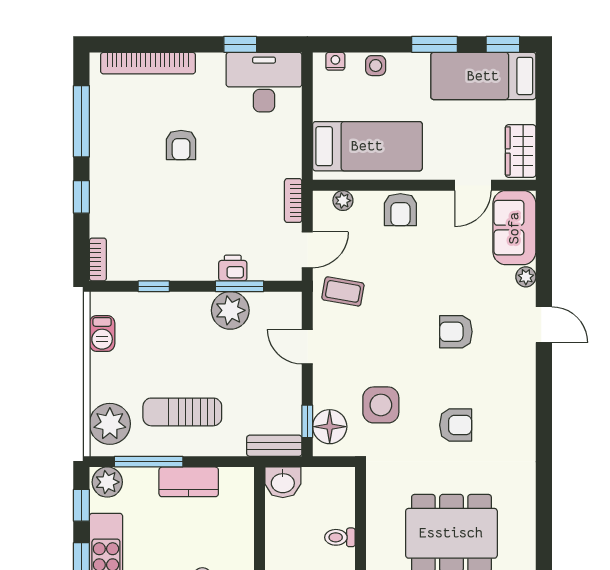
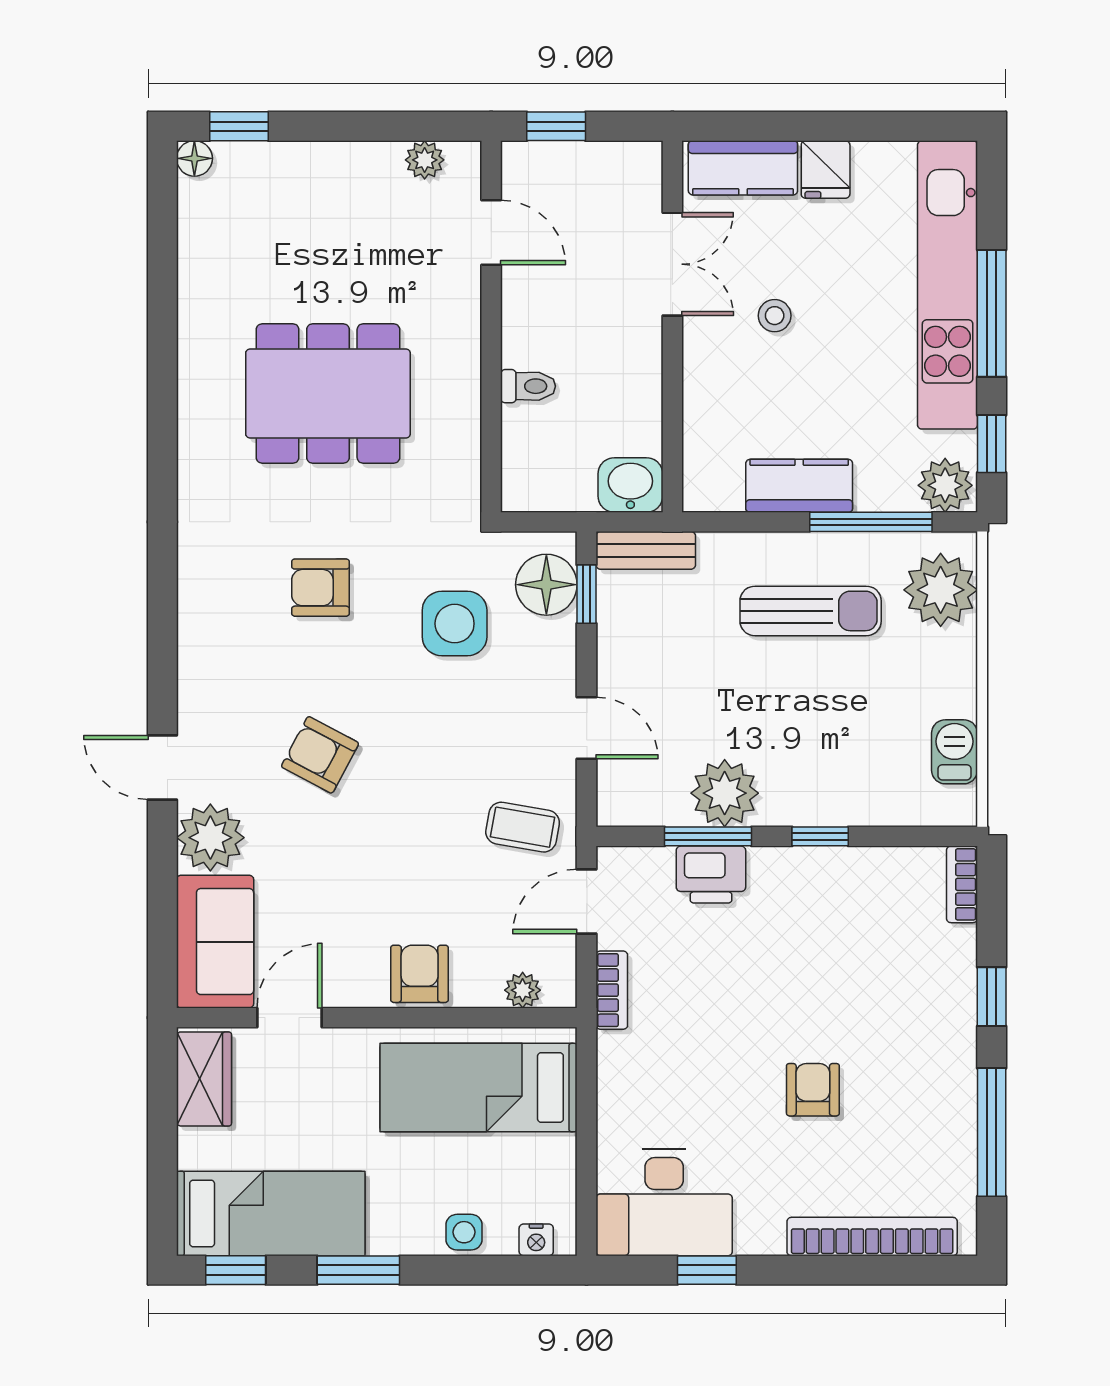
printer: (233, 268) -> (711, 875), width x1.36, depth x1.24
plant: (526, 277) -> (210, 838), width x1.87, depth x1.87
window: (154, 286) -> (820, 836), moved
armchair: (456, 332) -> (320, 755), turned -152

